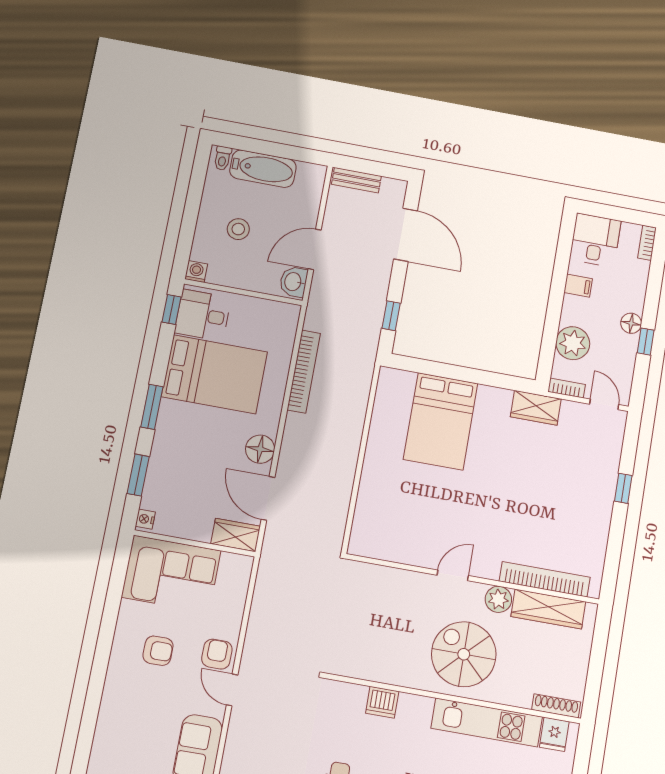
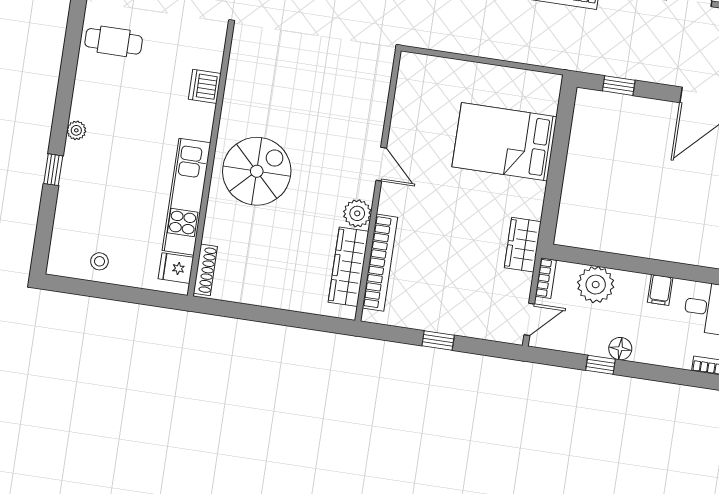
door: (453, 575) -> (381, 164), moved
wall: (473, 579) -> (378, 186), moved
bookcase: (545, 579) -> (380, 263), moved
plant: (498, 599) -> (357, 213), moved
wardrobe: (548, 609) -> (348, 267), moved

